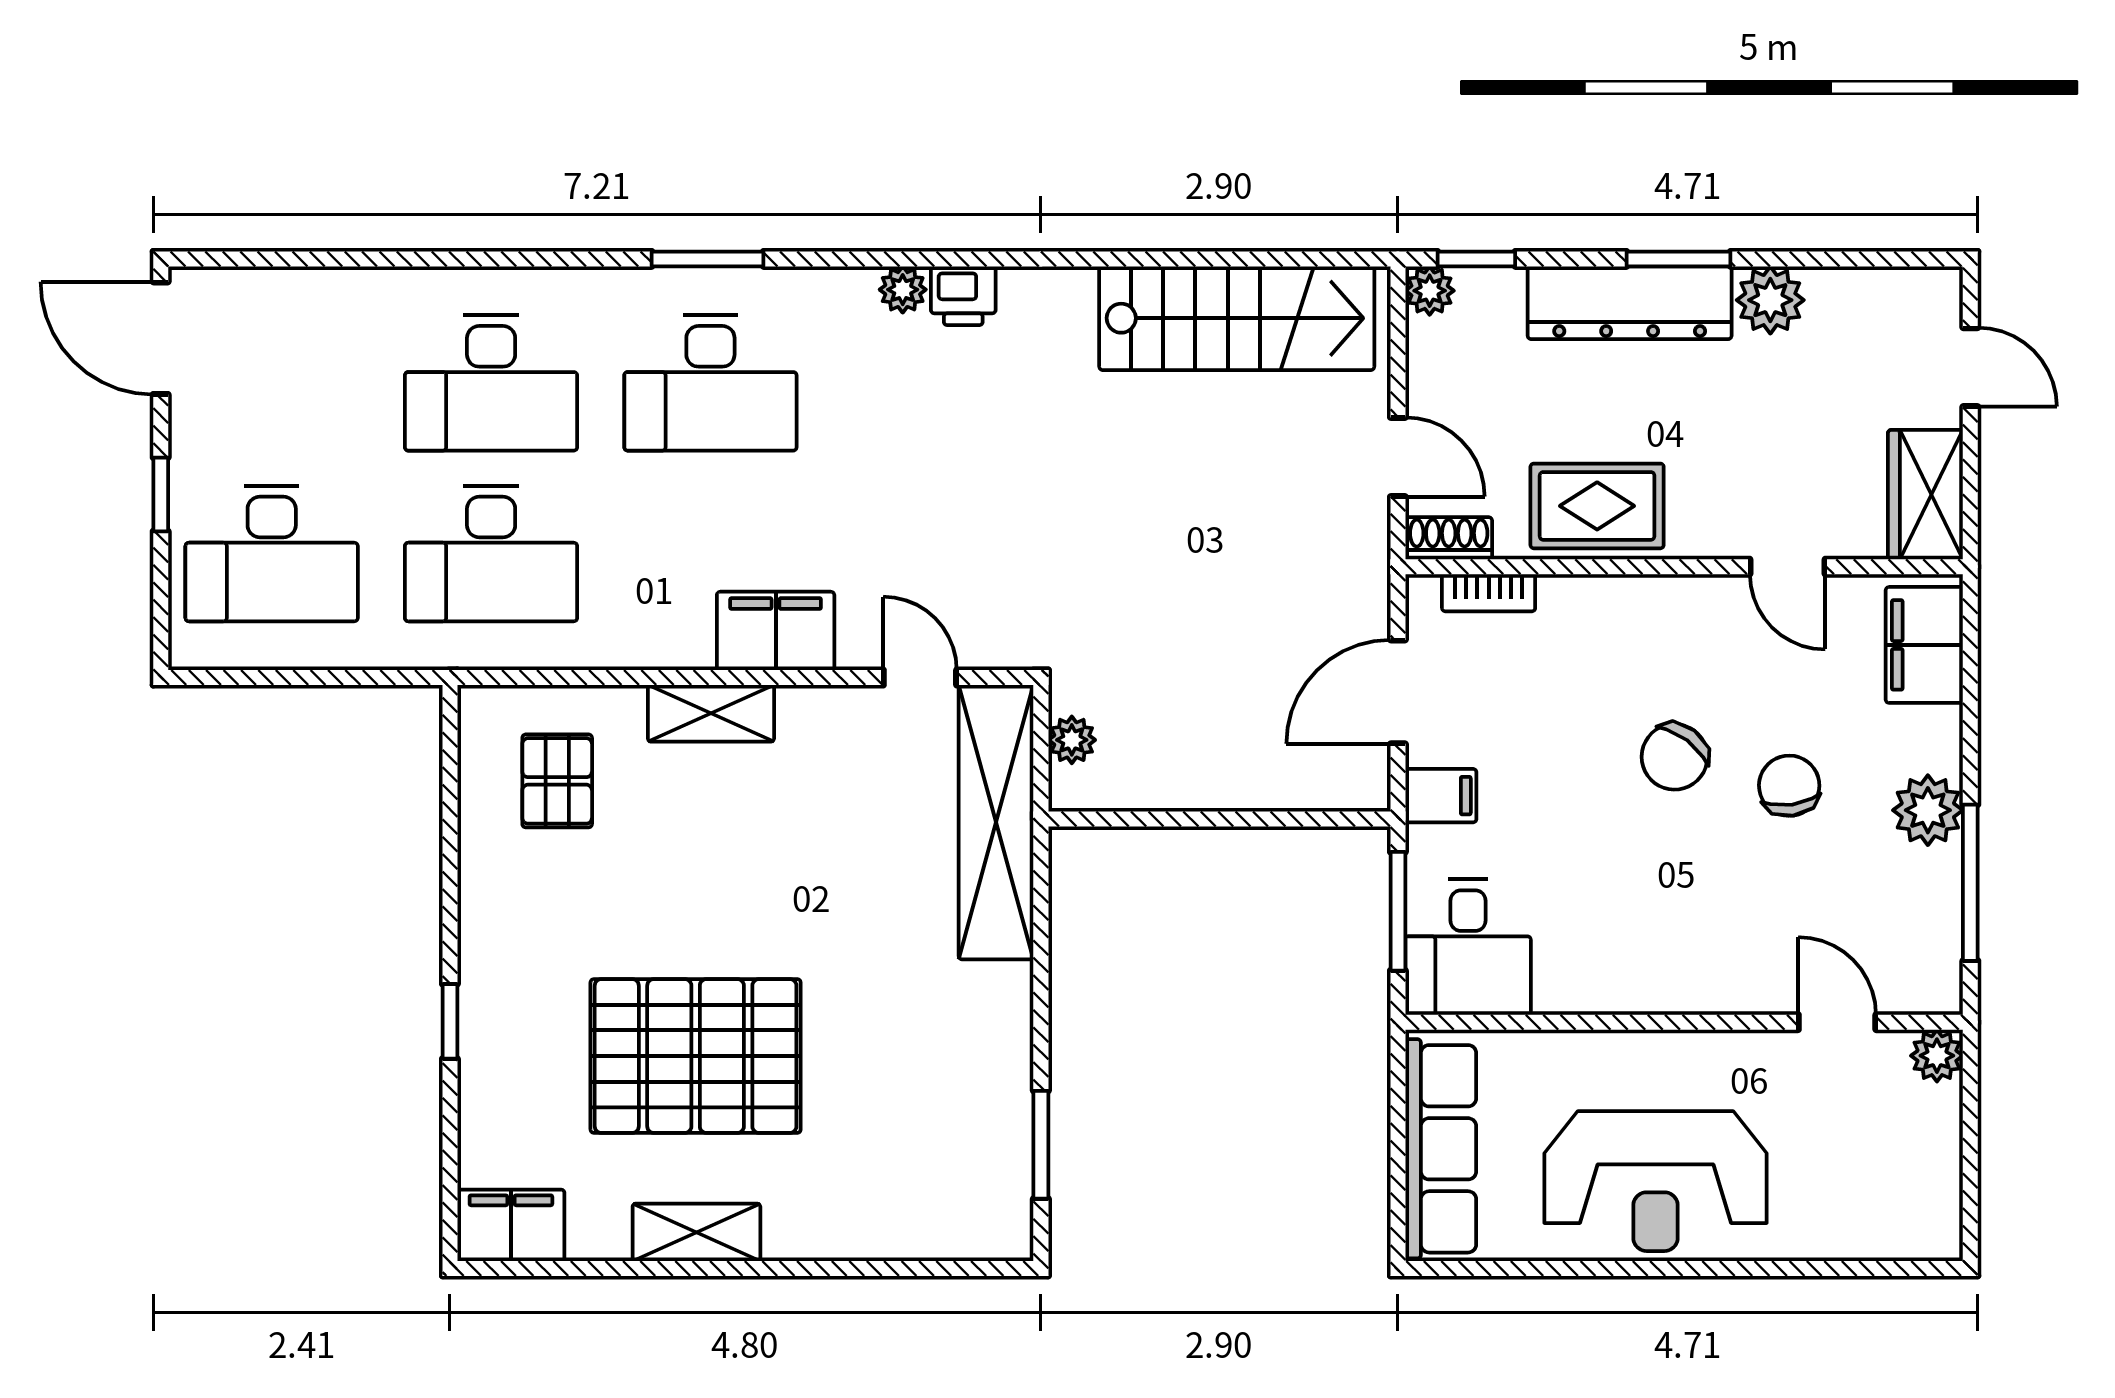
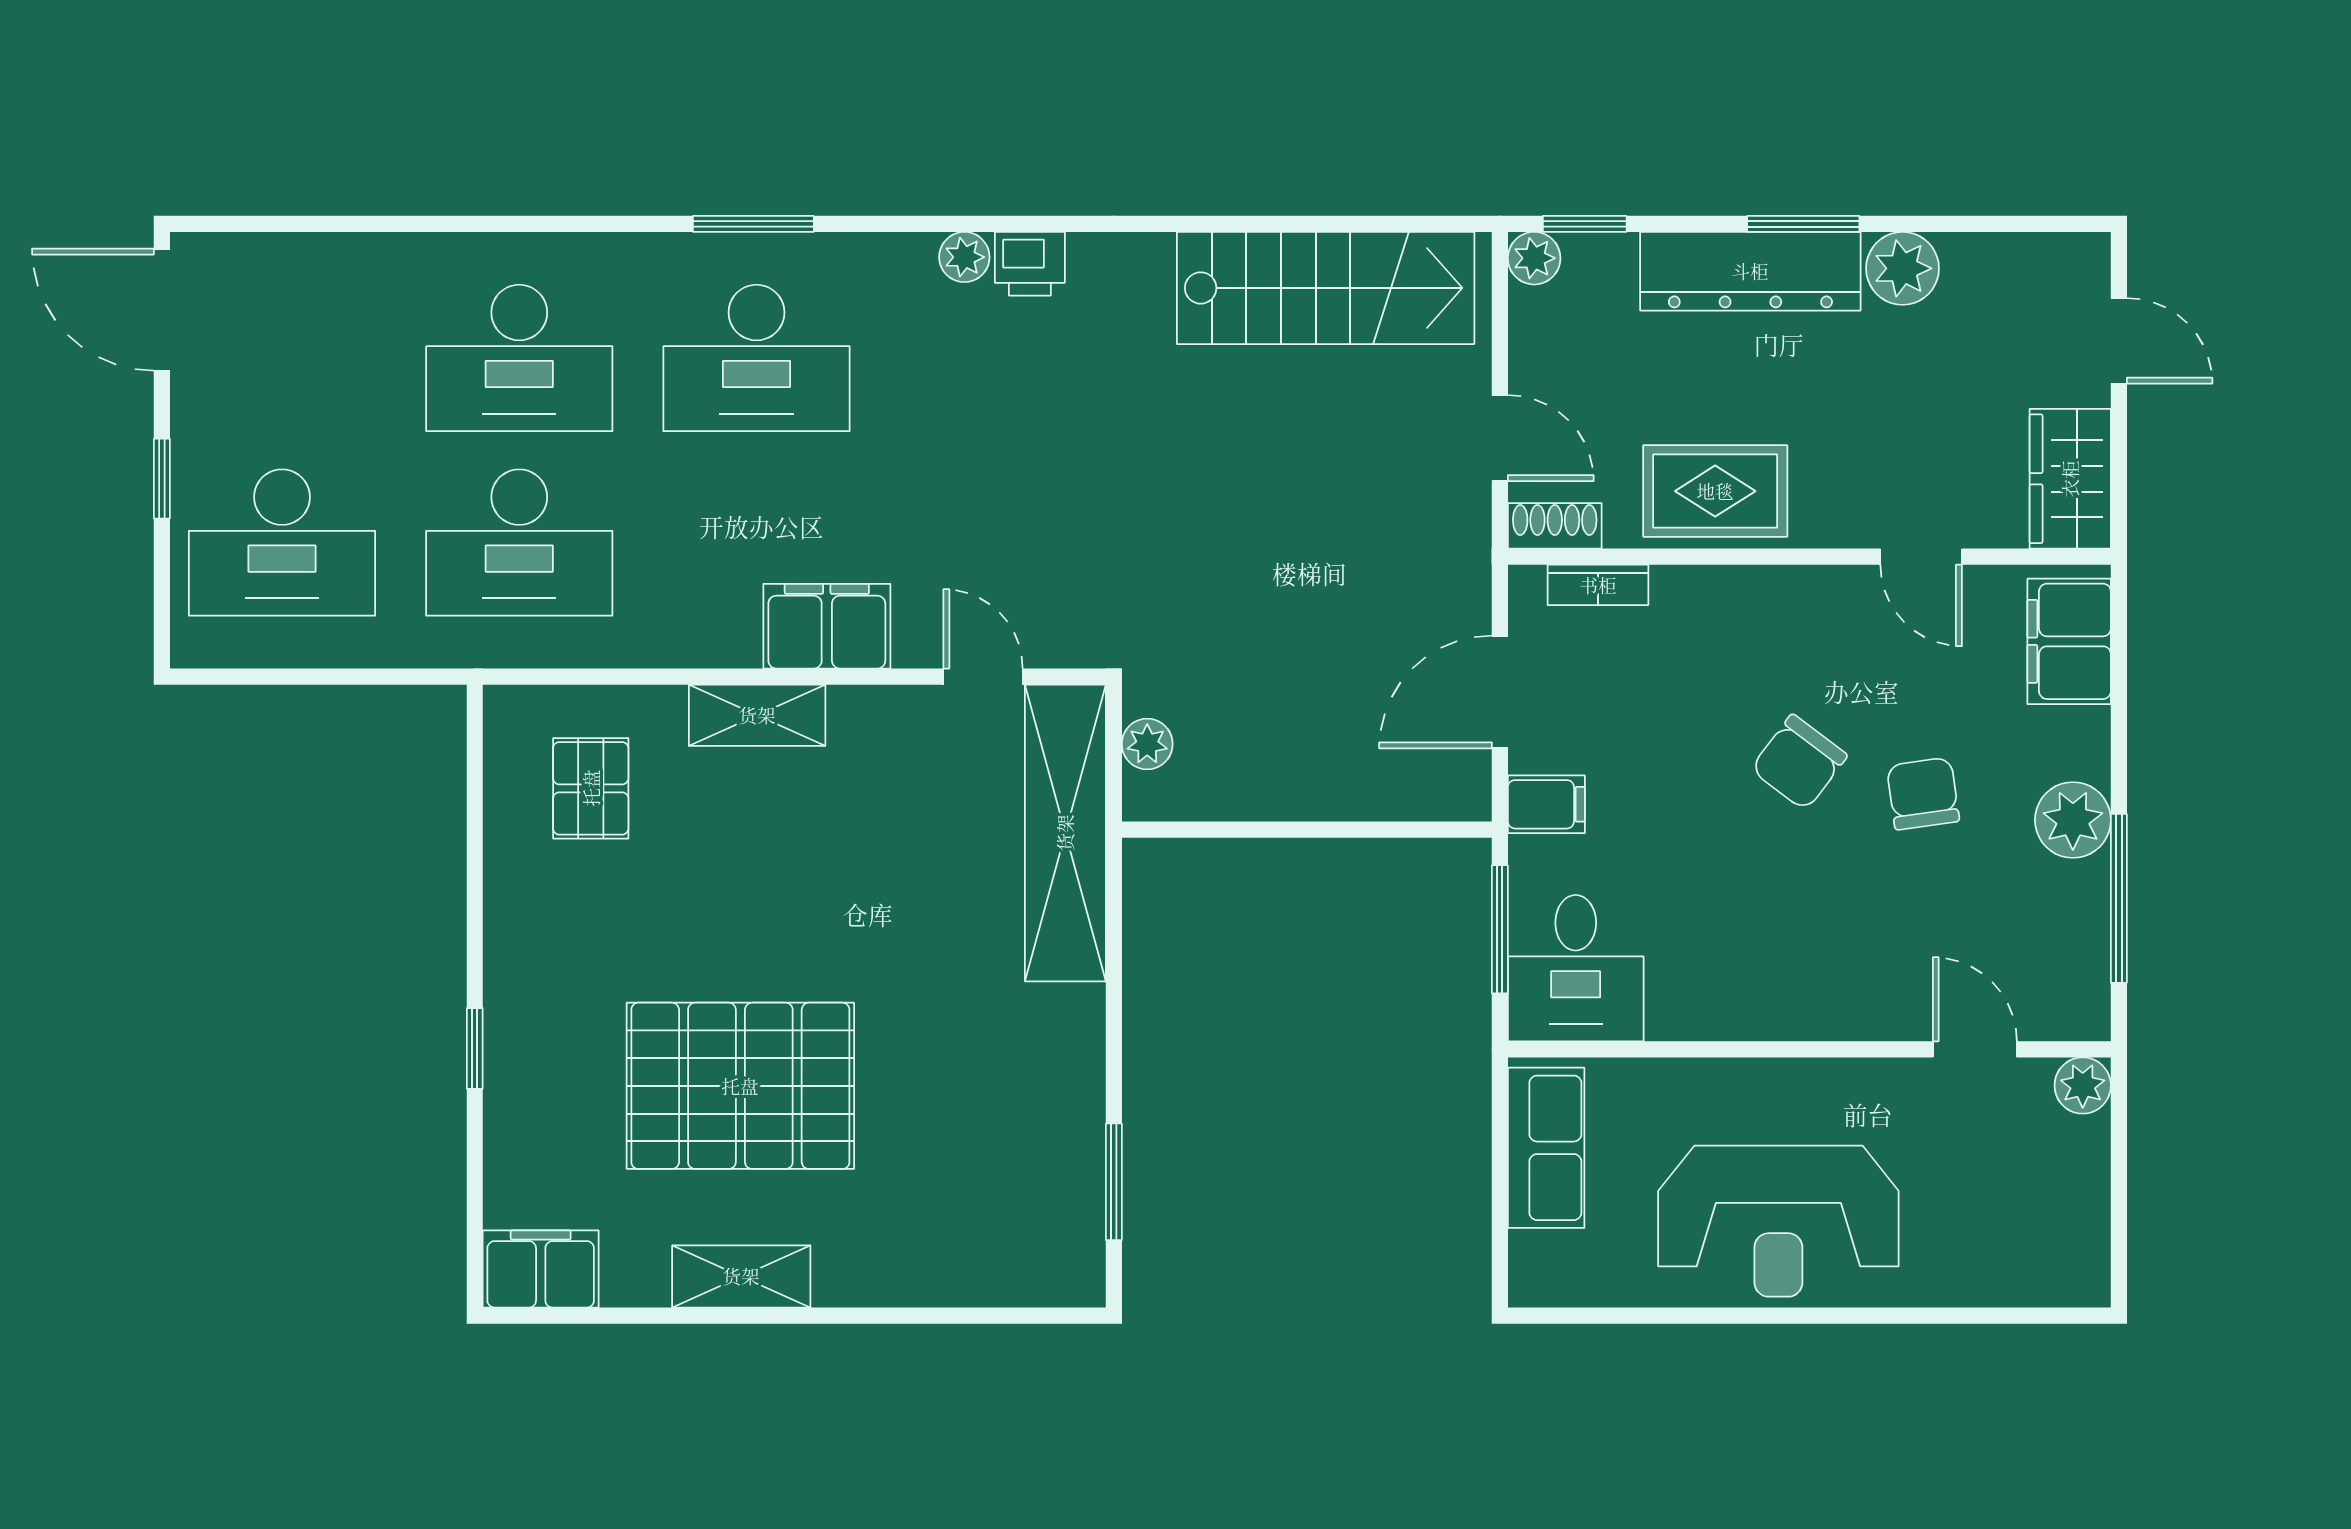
row of seats: (1441, 1149) -> (1546, 1148), width x0.68

